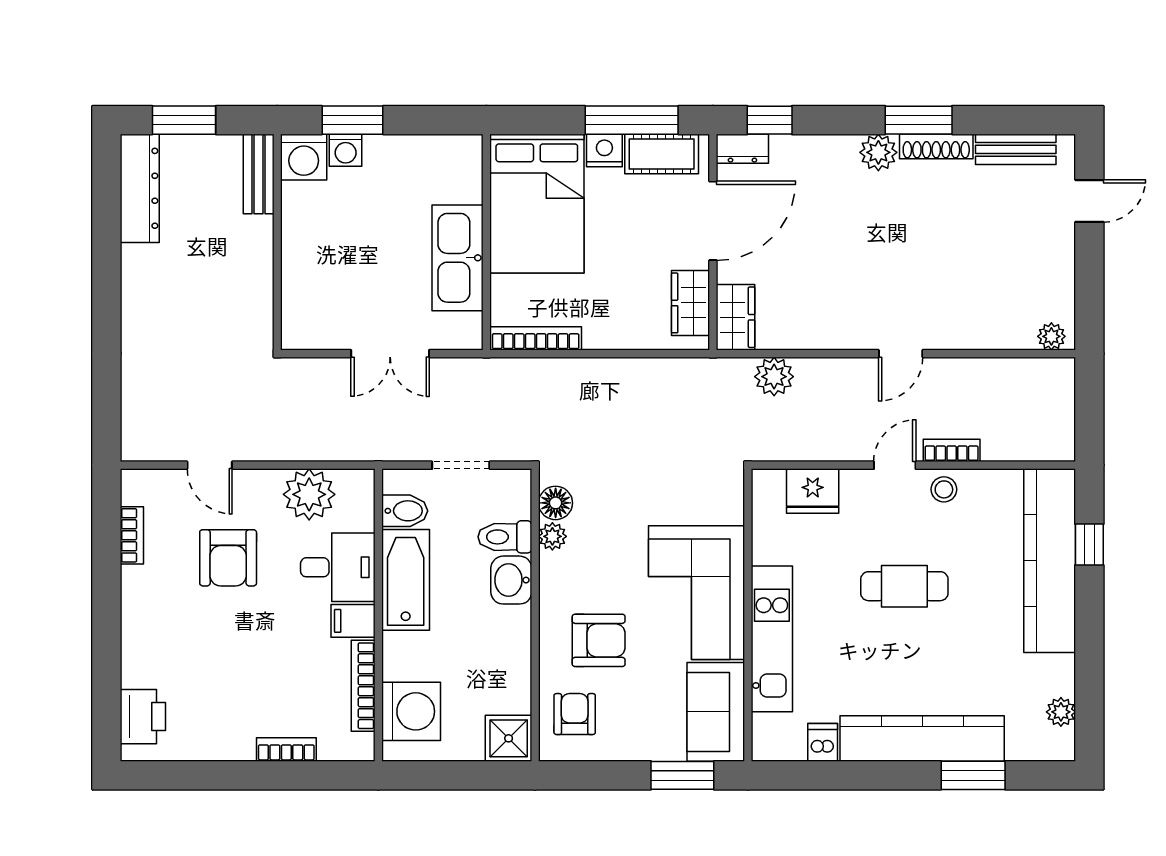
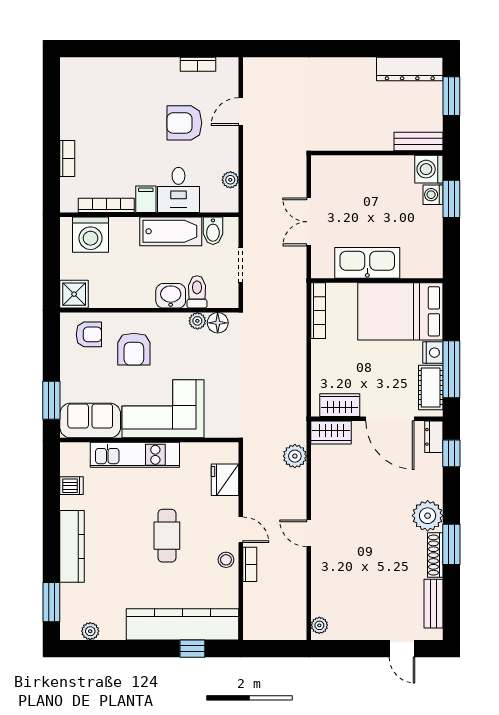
plant: (878, 152) -> (428, 516), width x1.36, depth x1.36
plant: (309, 494) -> (230, 180), width x0.53, depth x0.53
printer: (143, 717) -> (87, 71), removed
kitchen counter: (922, 738) -> (72, 546), width x0.72, depth x0.86
window: (973, 775) -> (51, 602), moved

